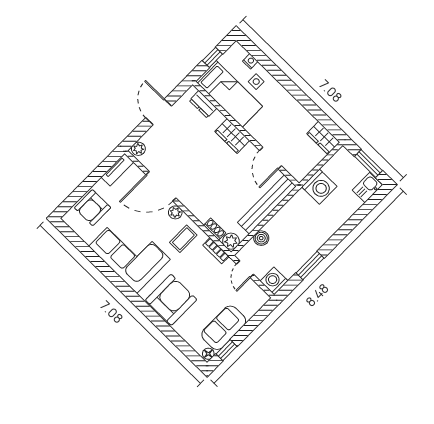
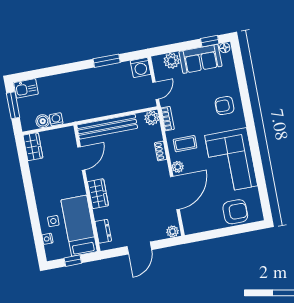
tv unit: (117, 170) -> (198, 227), removed
door: (161, 186) -> (175, 193), hinge flipped
washing machine: (319, 187) -> (56, 119), width x0.53, depth x0.53
shoe rack: (215, 229) -> (161, 151), moved
boiler: (261, 238) -> (43, 121), moved
armchair: (171, 300) -> (225, 106), width x0.53, depth x0.53
plant: (249, 307) -> (172, 61), added

